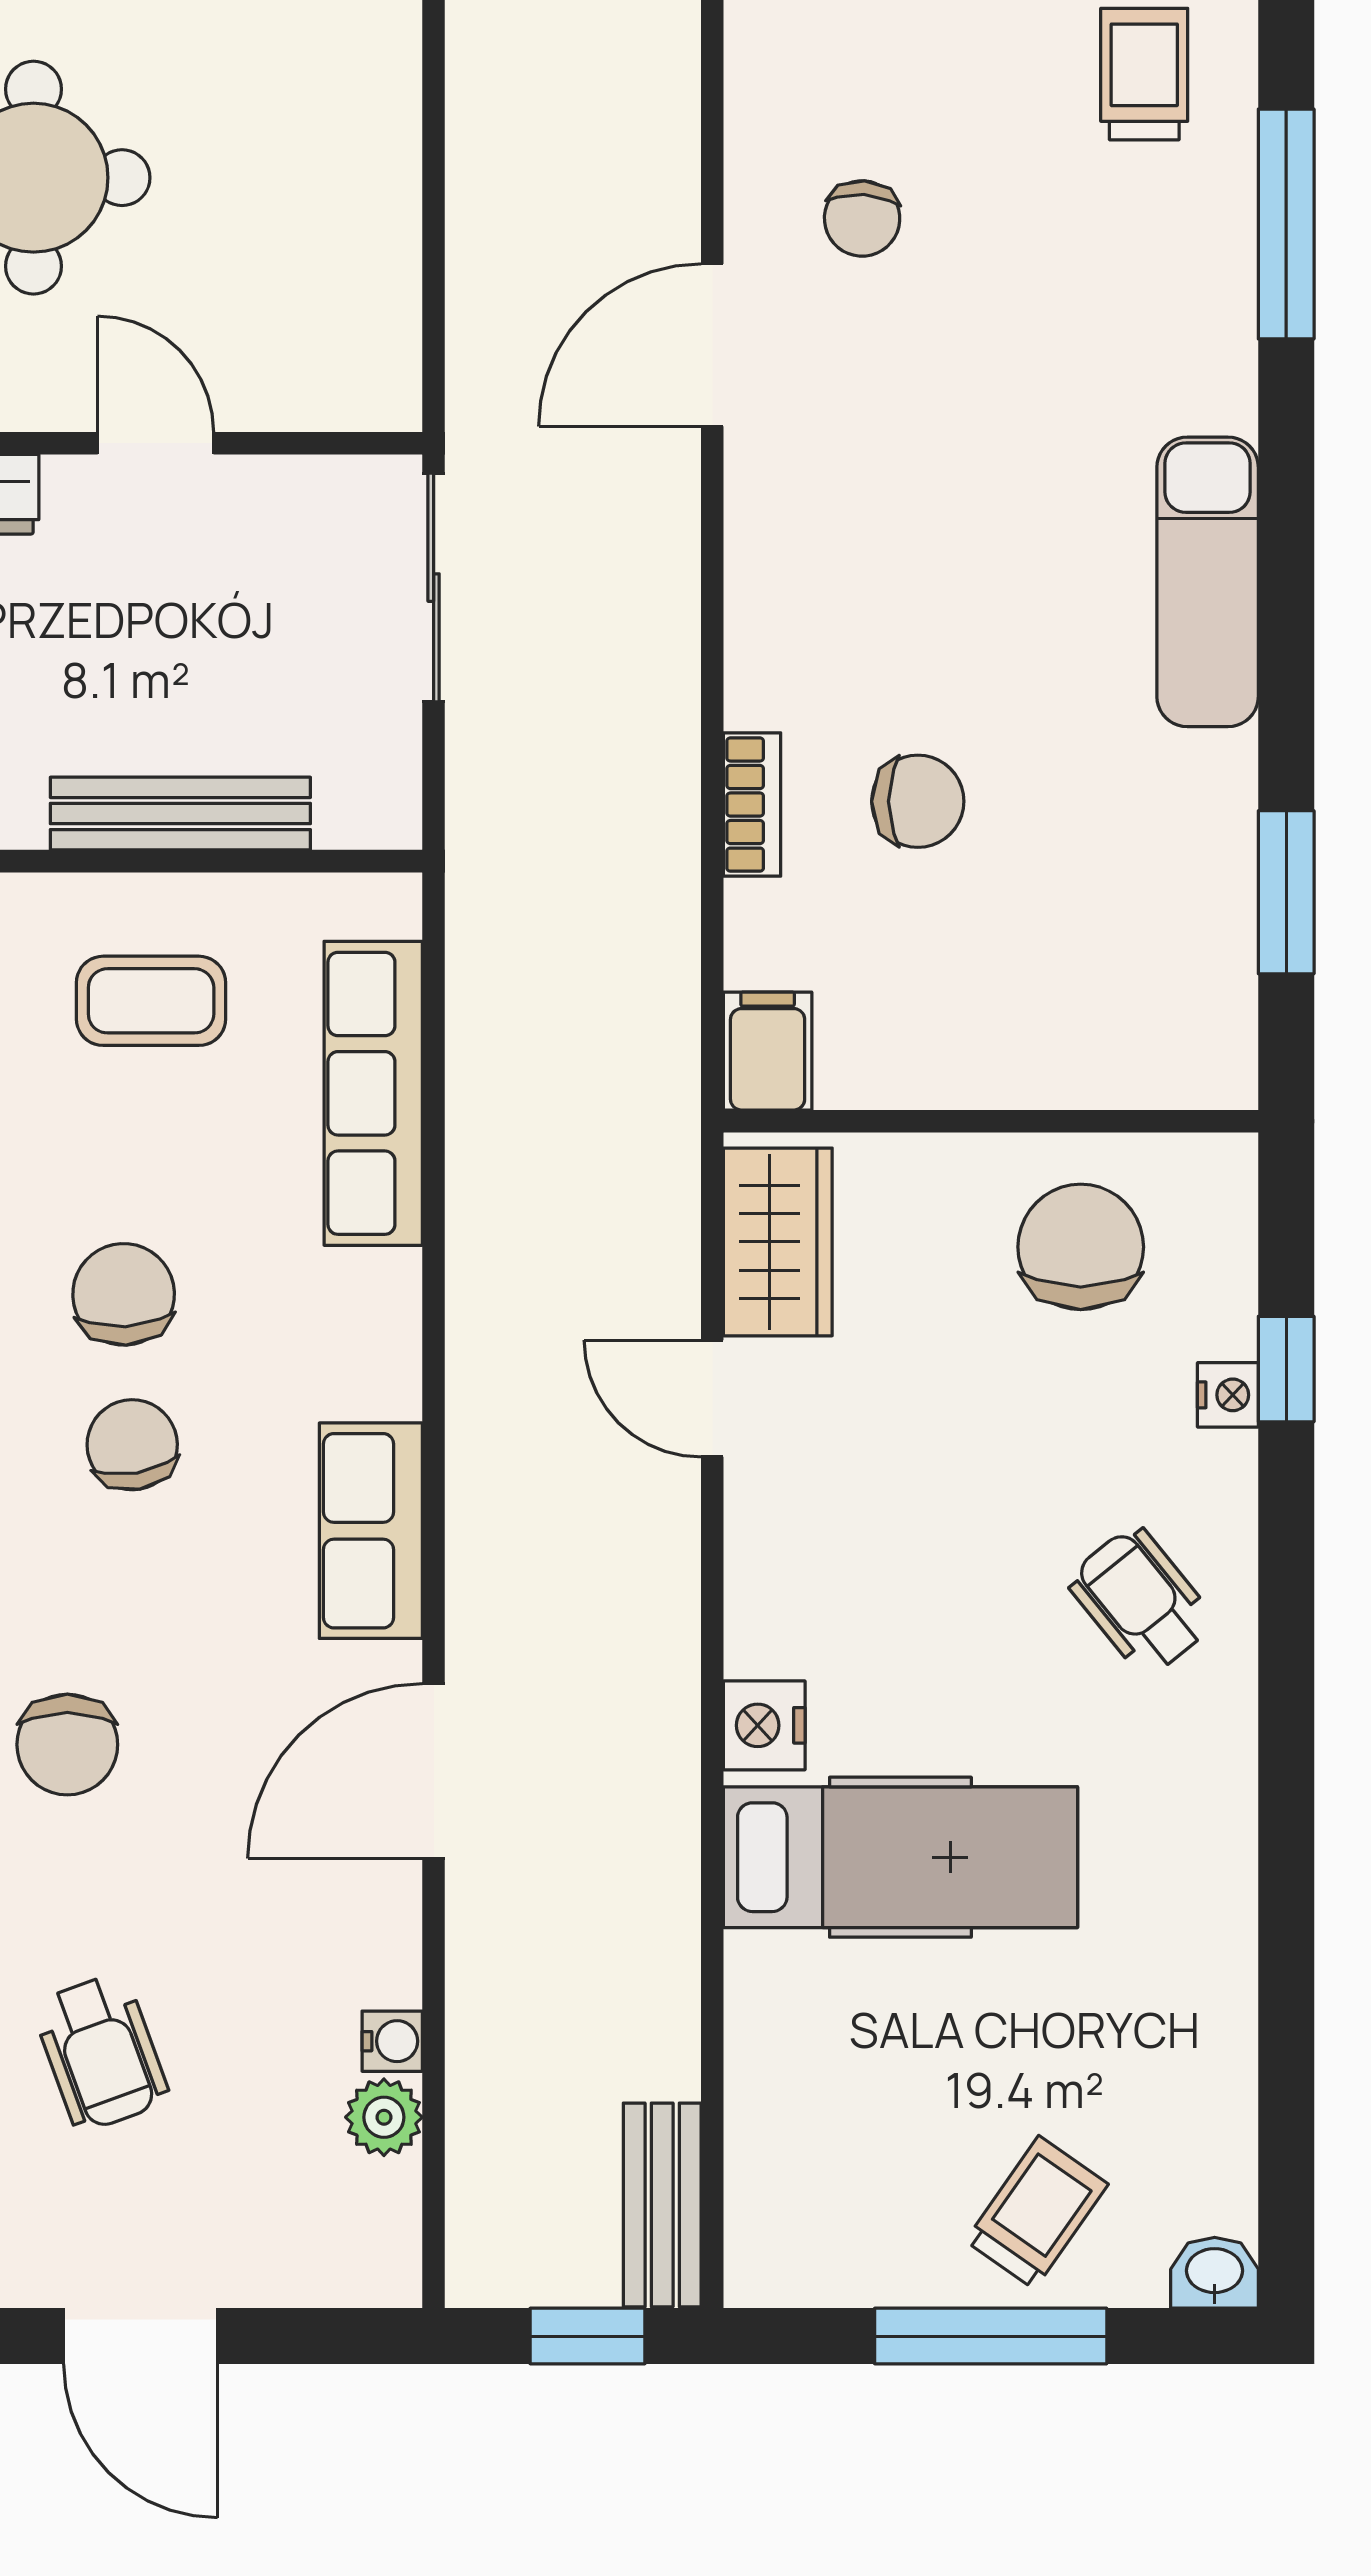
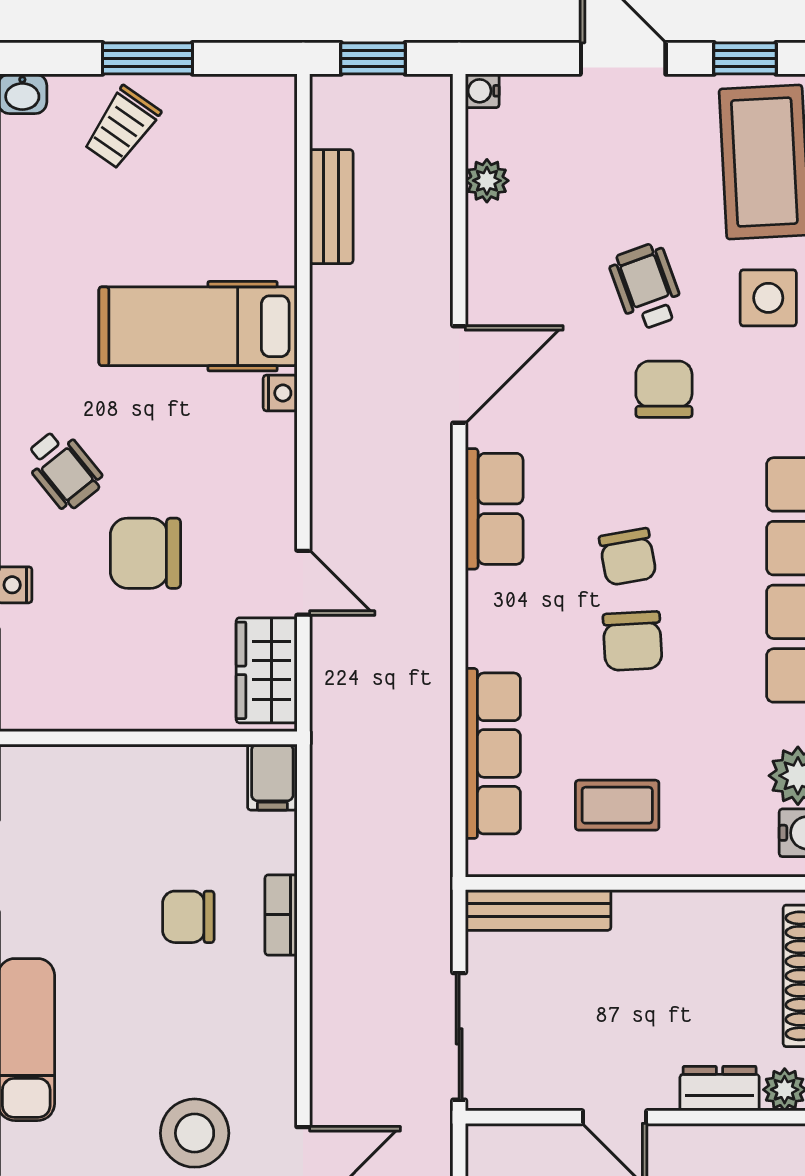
stool: (907, 415) -> (195, 1133), added
bench: (180, 814) -> (538, 910), moved
chair: (1081, 1247) -> (145, 553), moved, turned 90
nightstand: (764, 1725) -> (280, 393), width x0.72, depth x0.74
water cooler: (392, 2041) -> (482, 91), moved
wheelchair: (101, 2052) -> (647, 287), moved
bench: (662, 2205) -> (331, 207), moved
window: (991, 2336) -> (148, 58), width x0.69

